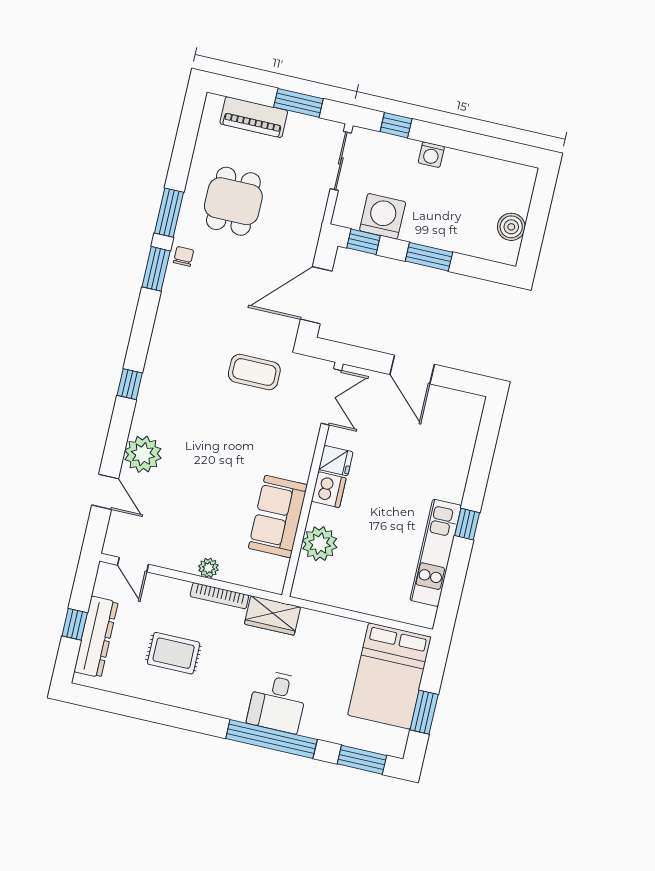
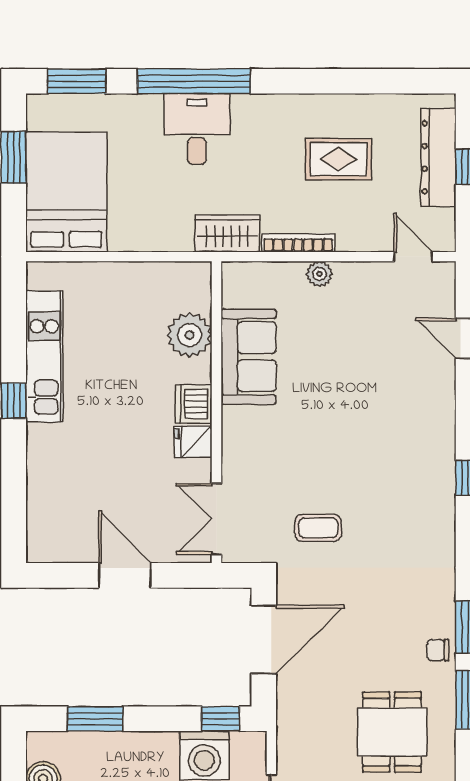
chair: (184, 256) -> (438, 650), turned 90
window: (429, 257) -> (95, 719), moved
coffee table: (254, 372) -> (318, 528), width x0.73, depth x0.77
plant: (143, 454) -> (432, 395), removed

